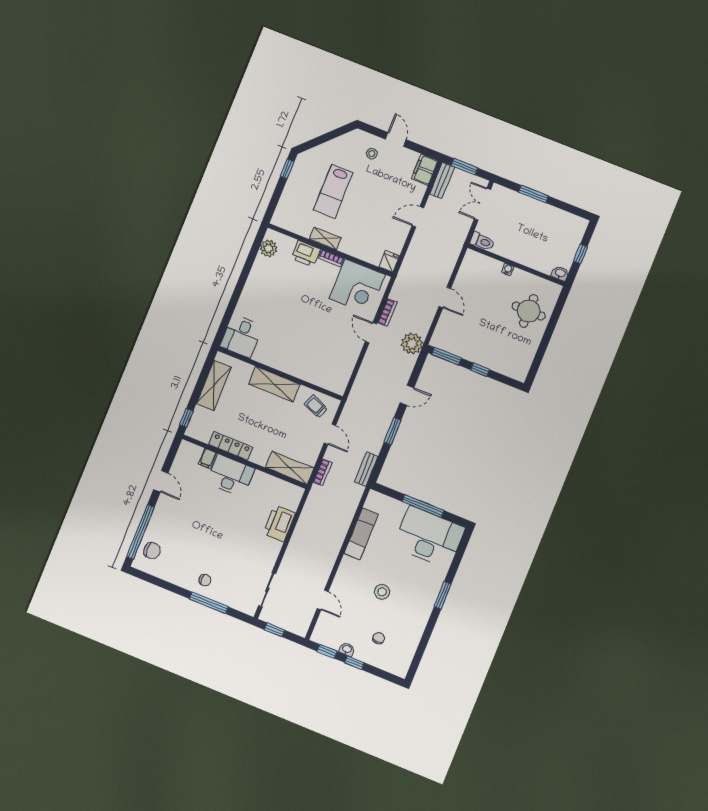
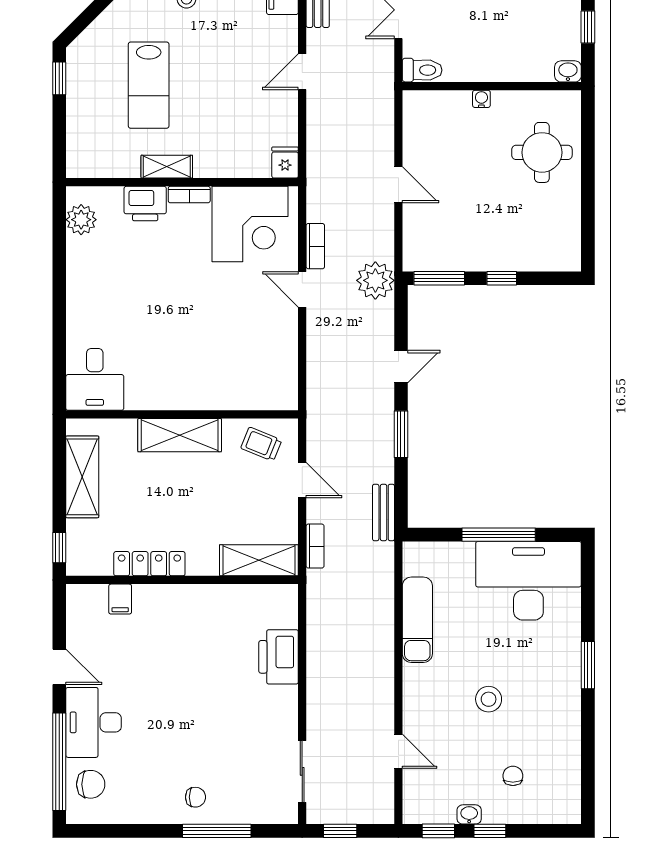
desk: (231, 476) -> (94, 722), moved, turned -90

